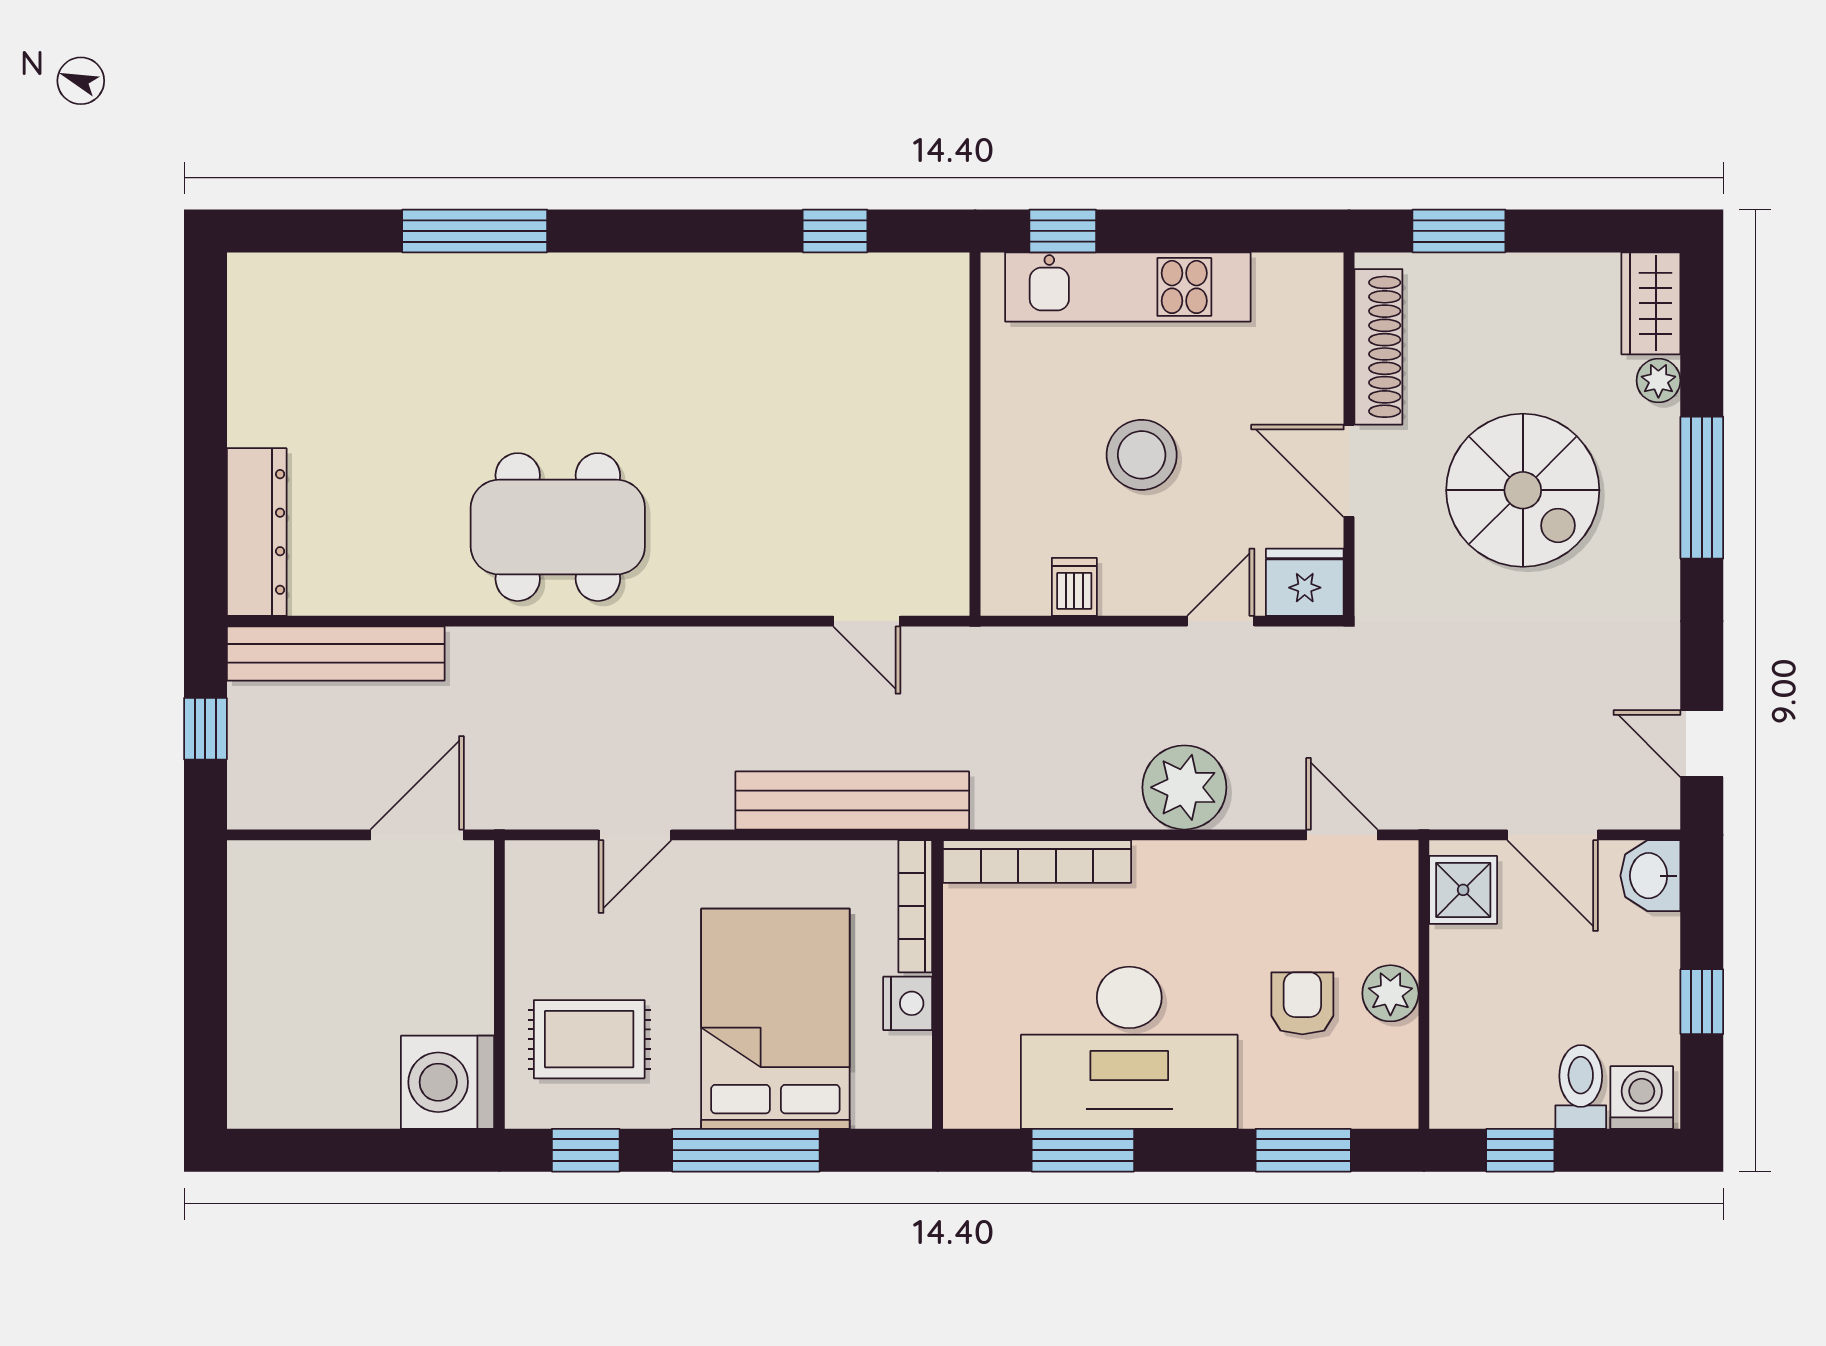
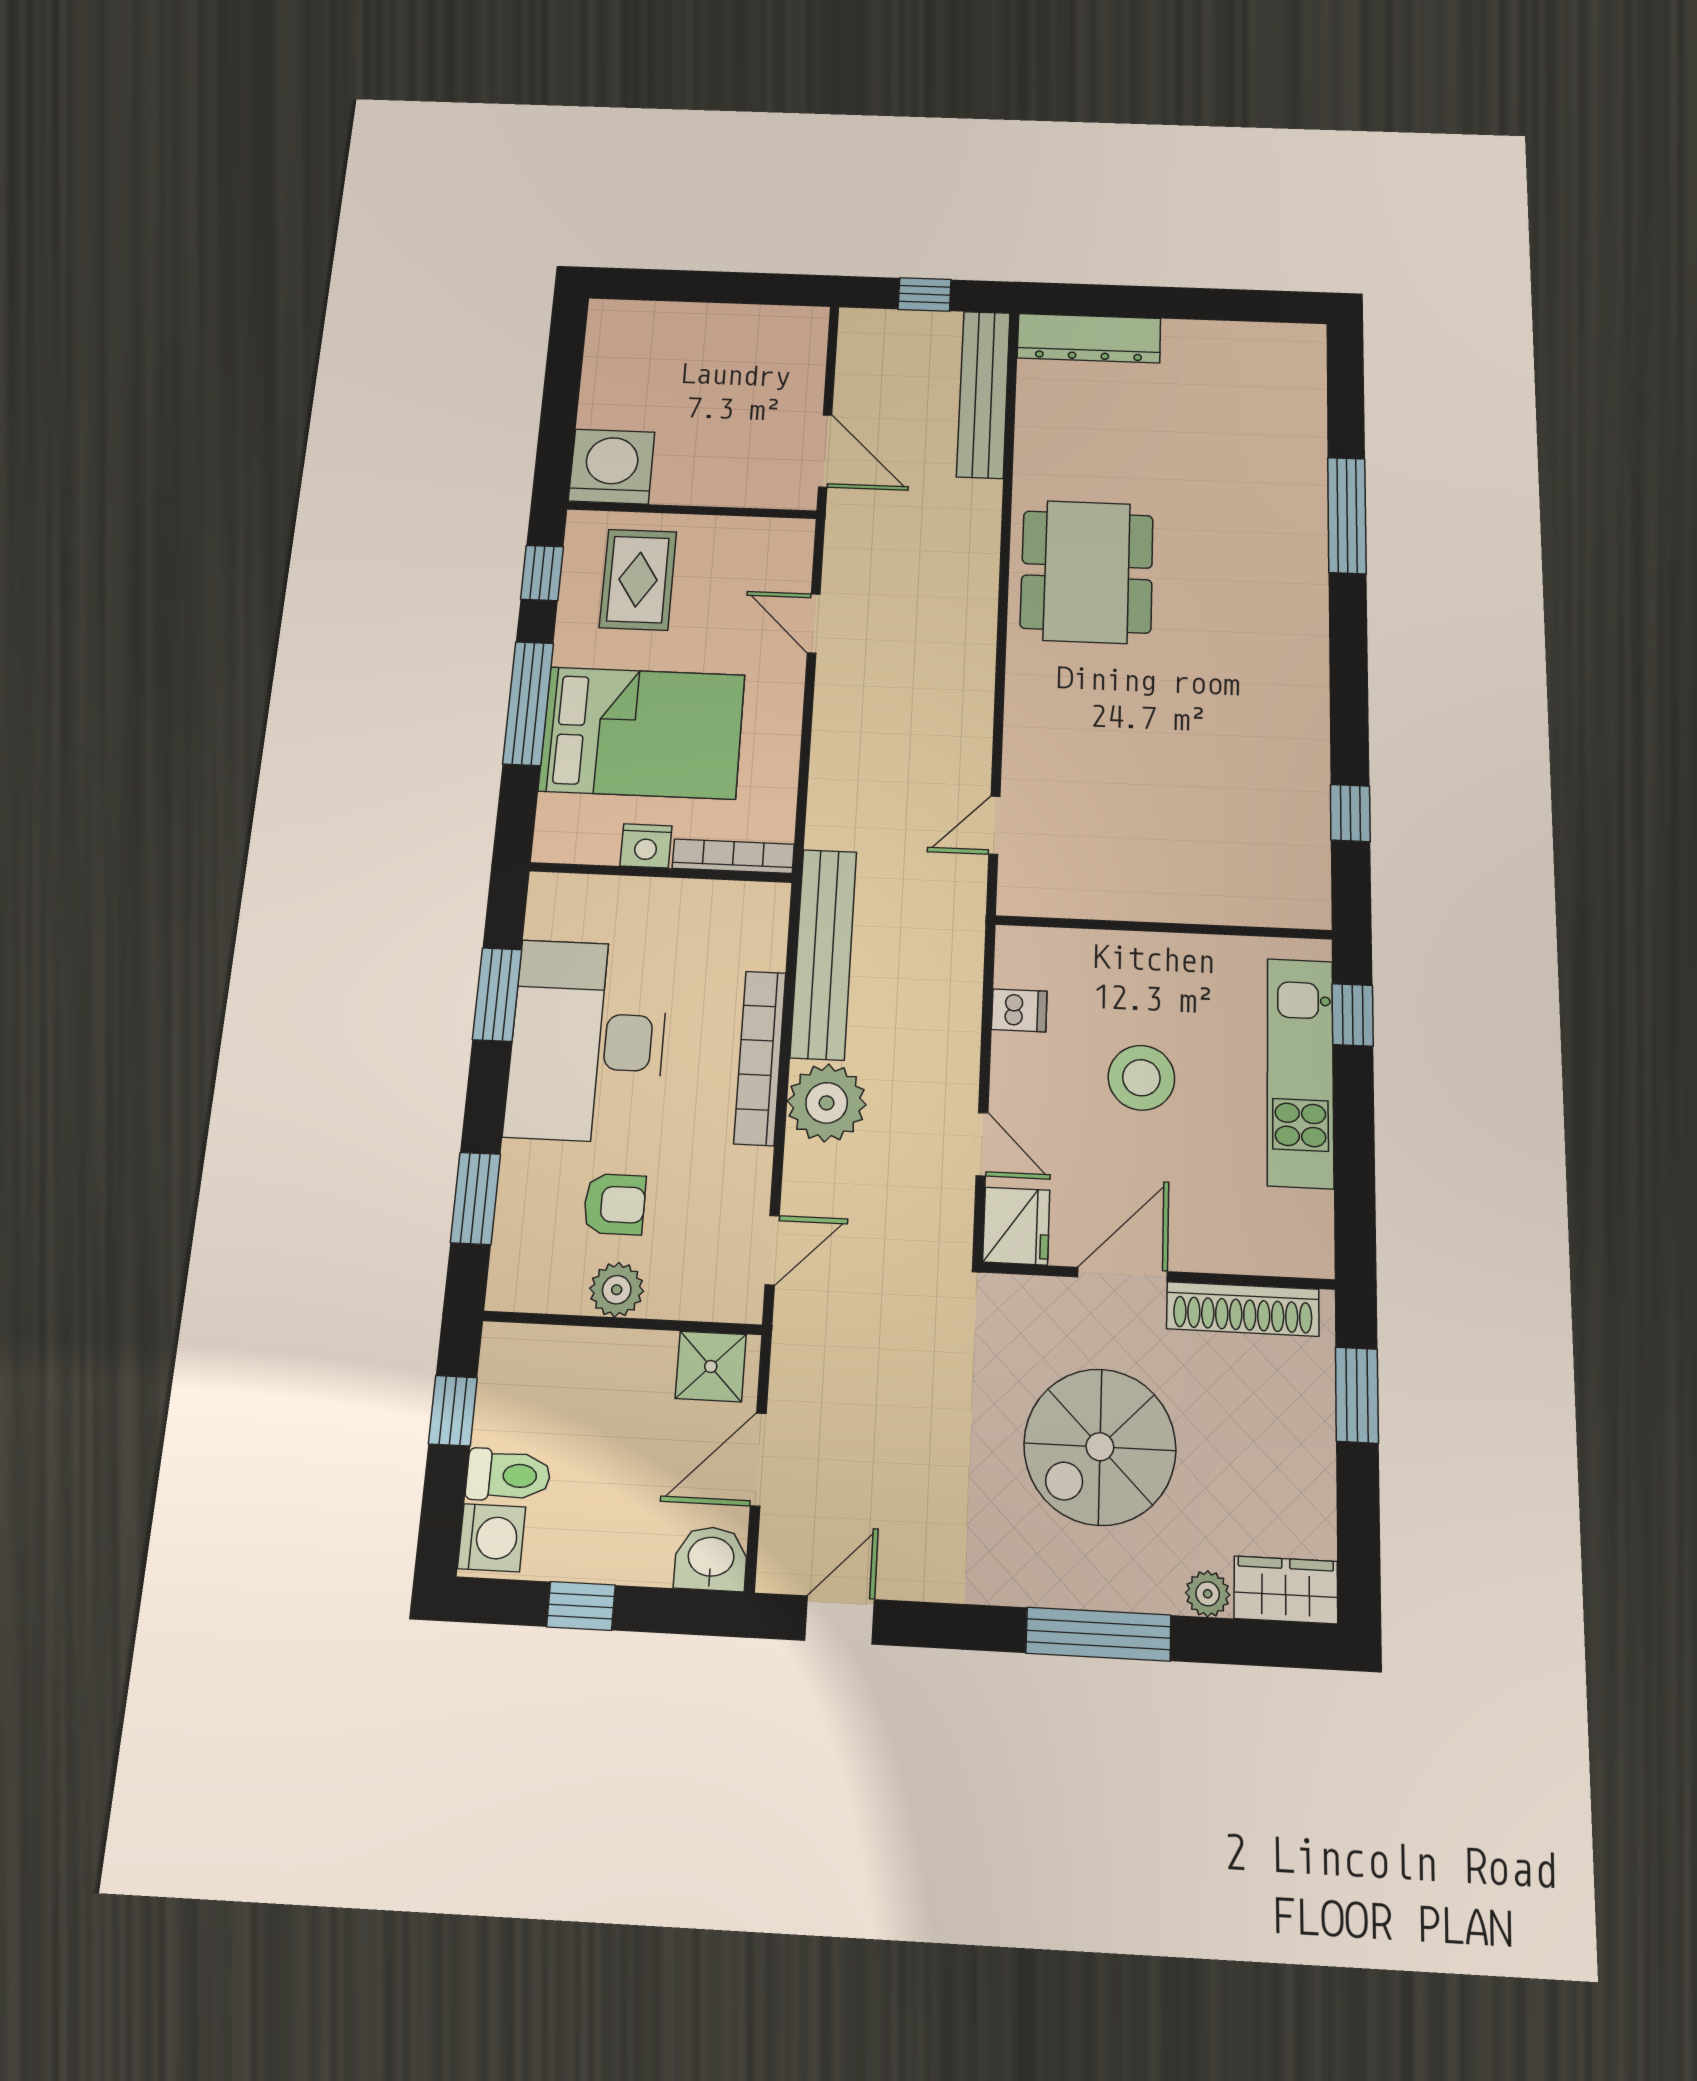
bench: (852, 800) -> (824, 954), moved
bookcase: (1037, 862) -> (760, 1058), moved

